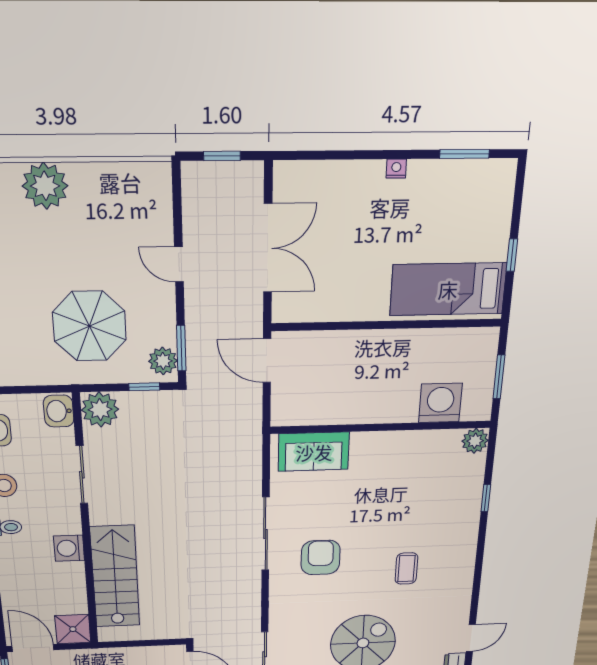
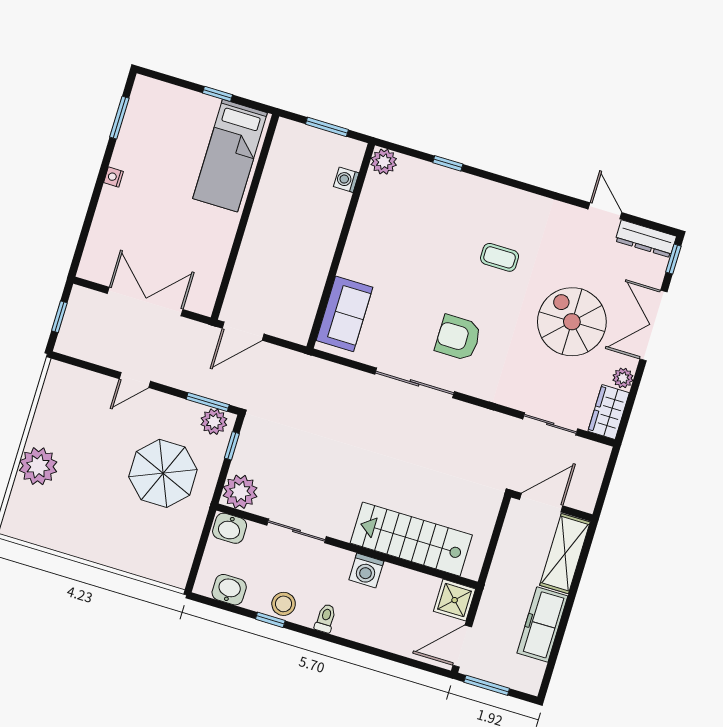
washing machine: (440, 403) -> (346, 180), width x0.53, depth x0.53

